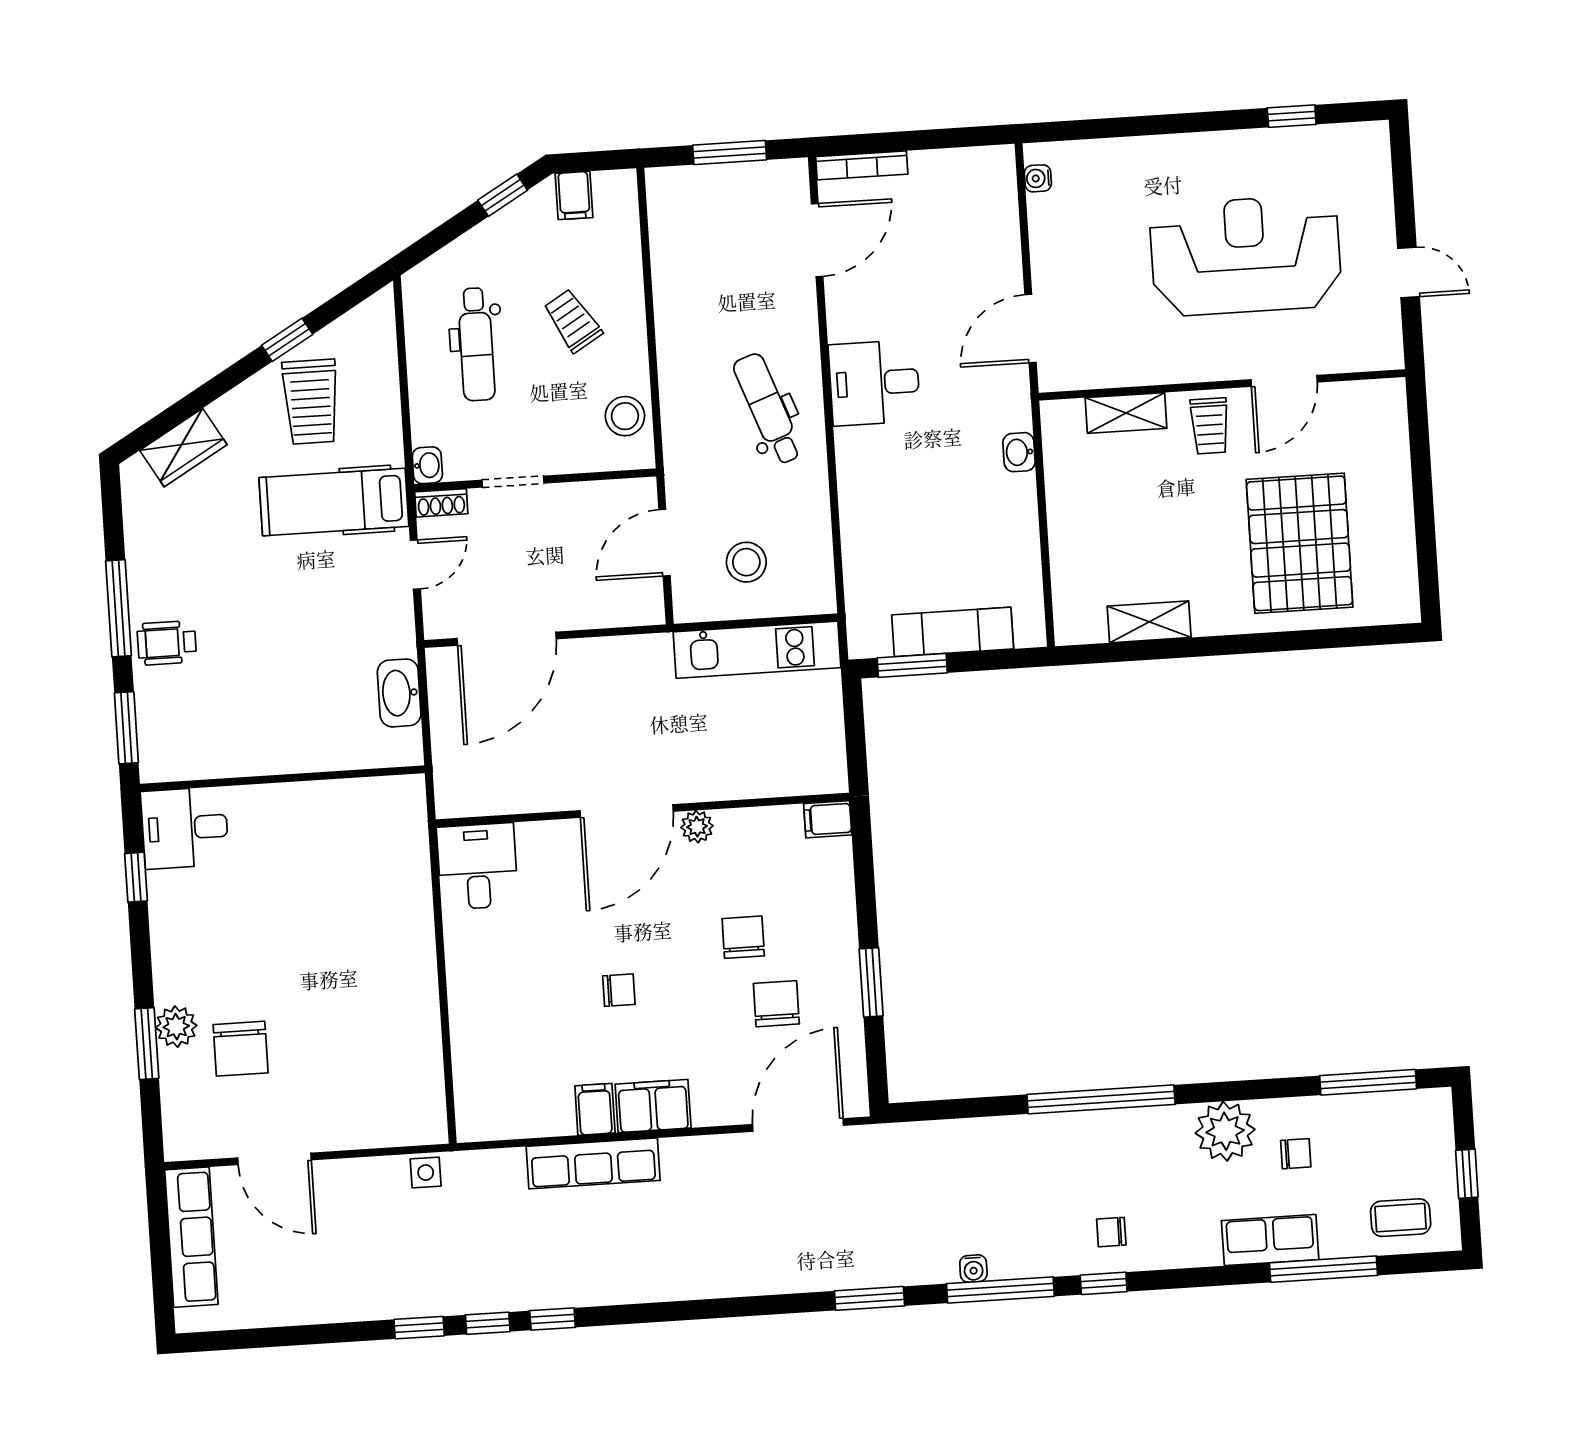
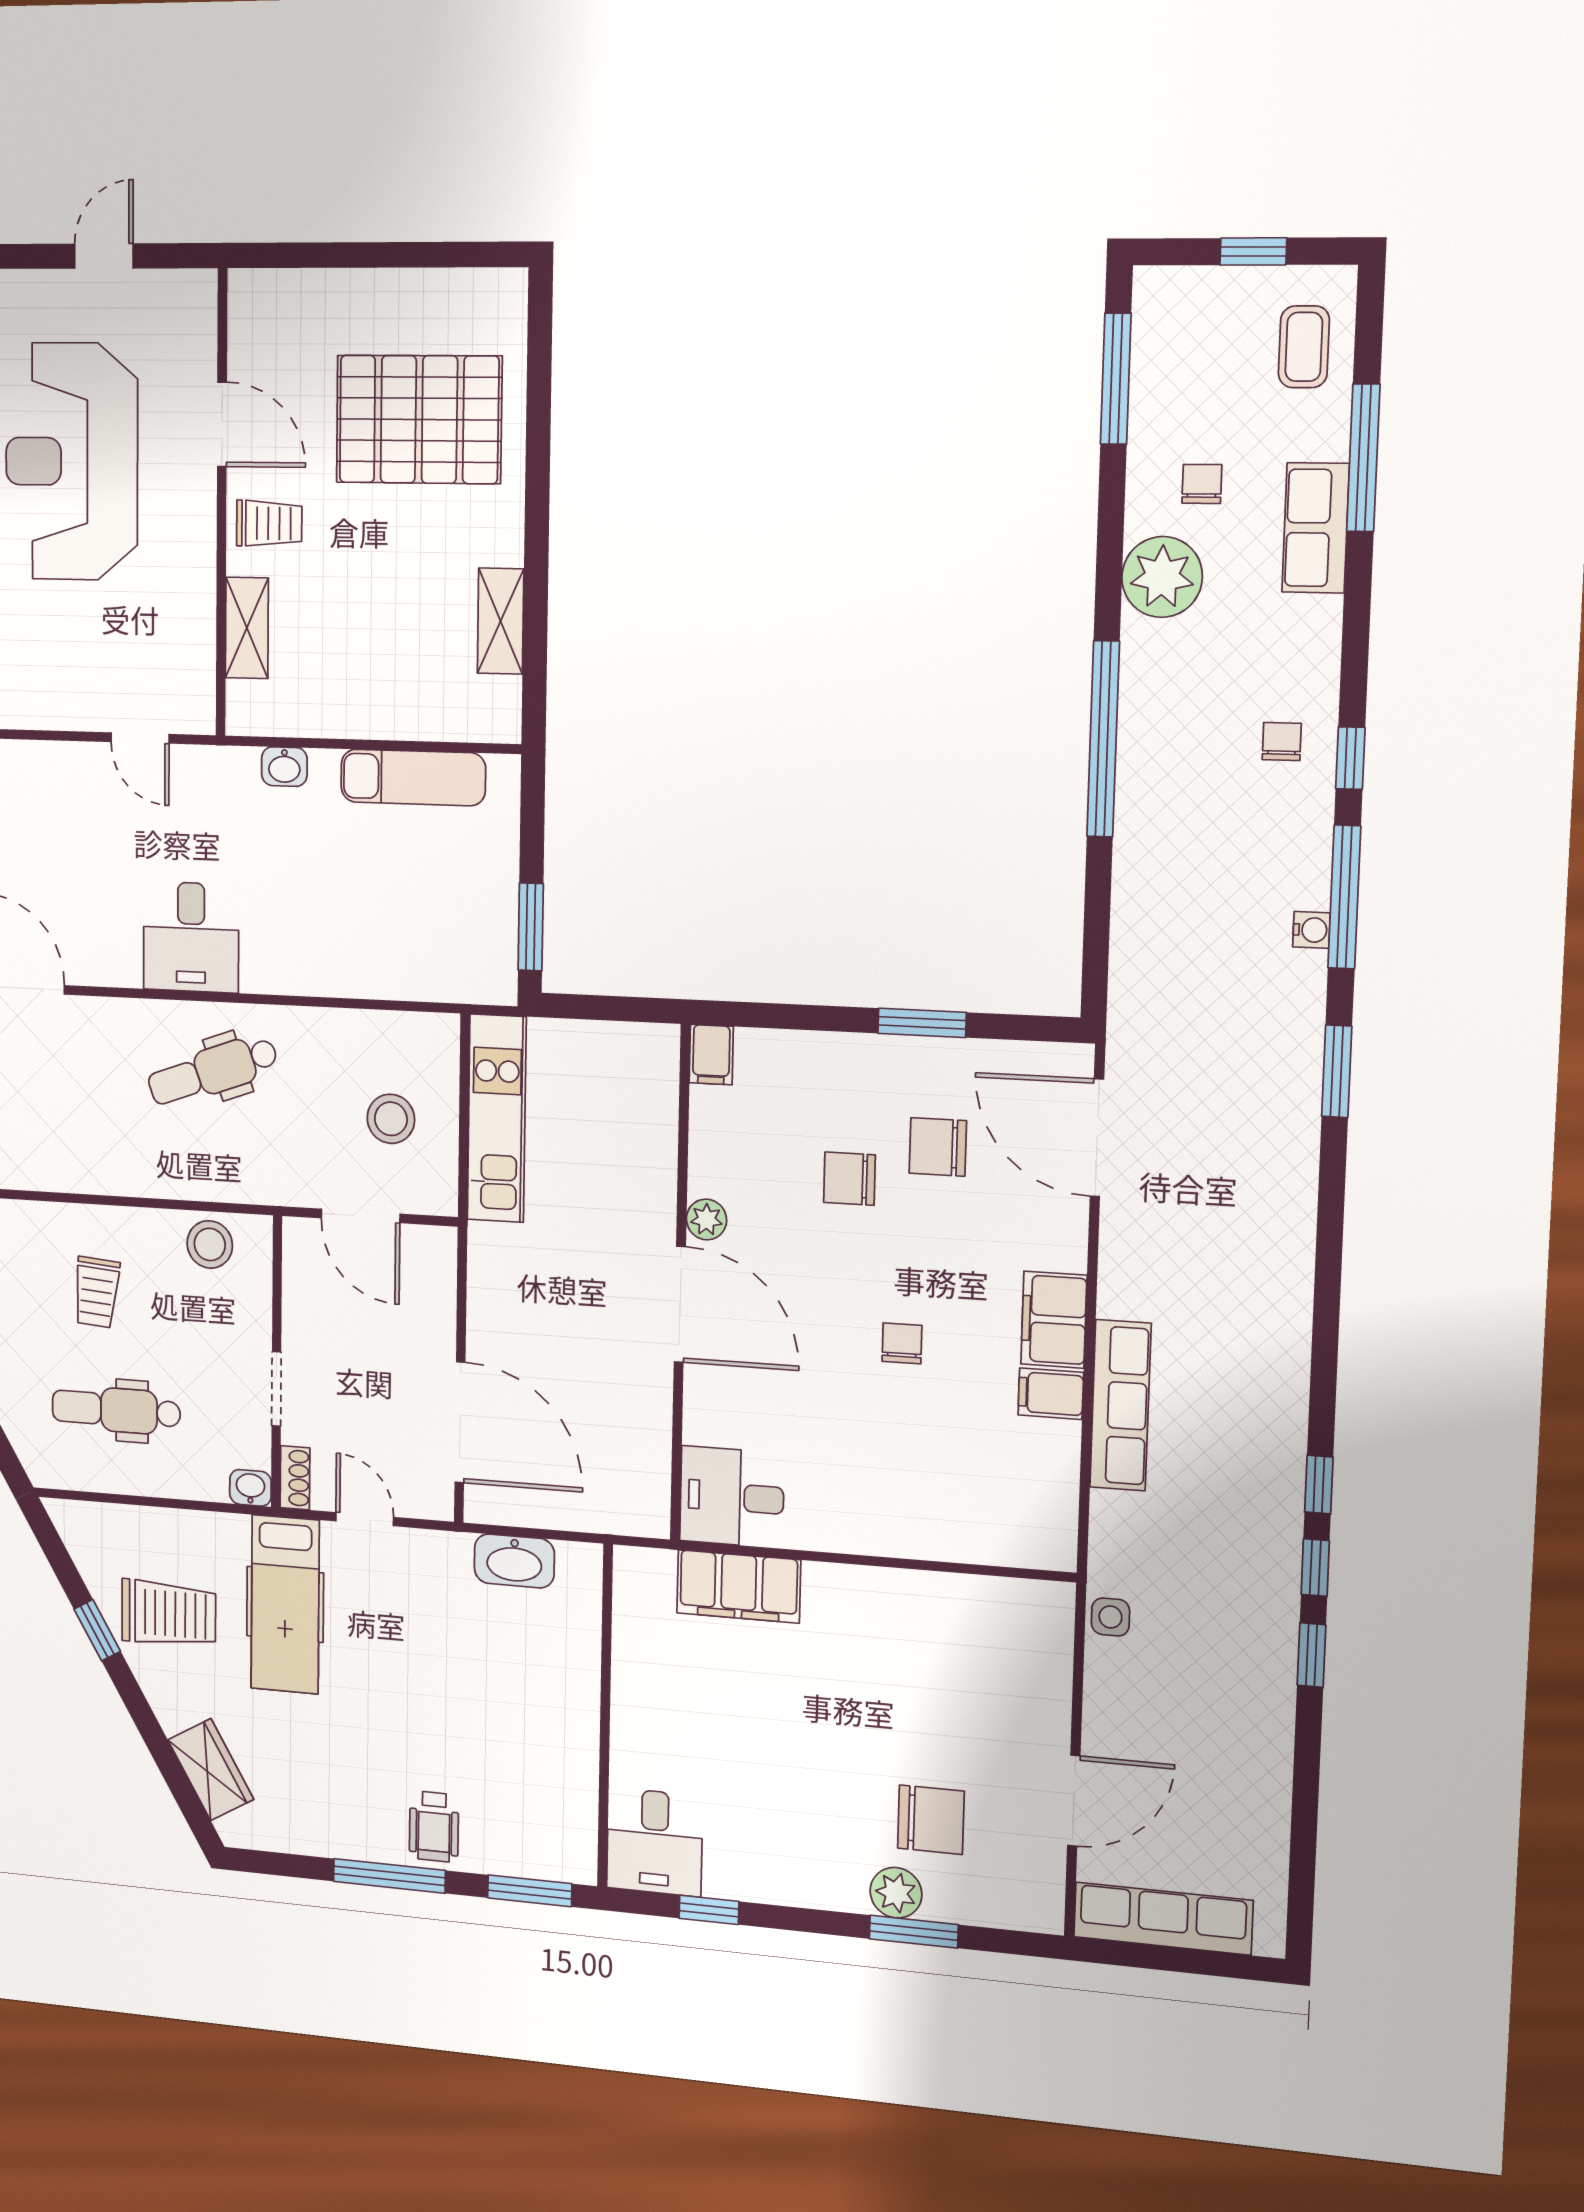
trolley: (573, 321) -> (97, 1292), turned -54
door: (1030, 329) -> (140, 738), width x0.73
dental chair: (476, 344) -> (116, 1410), turned 180
exam couch: (953, 632) -> (413, 777), moved, turned -90
filing cabinet: (406, 878) -> (739, 1586), added
chair: (1111, 1232) -> (1282, 741), turned 180

